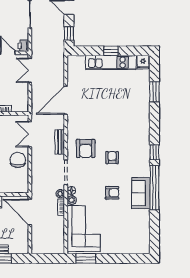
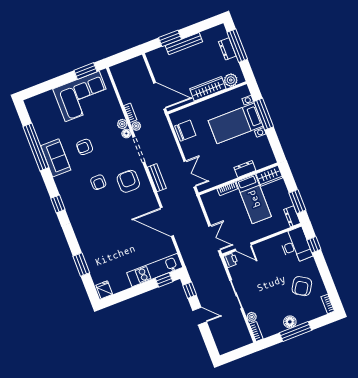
window: (111, 51) -> (164, 280), moved
kitchen unit: (111, 62) -> (155, 270), moved
door: (66, 100) -> (167, 222), swing flipped
chair: (18, 160) -> (185, 131), moved, turned -90
window: (154, 188) -> (36, 147), moved
corner sofa: (84, 229) -> (82, 96), moved, turned -90

